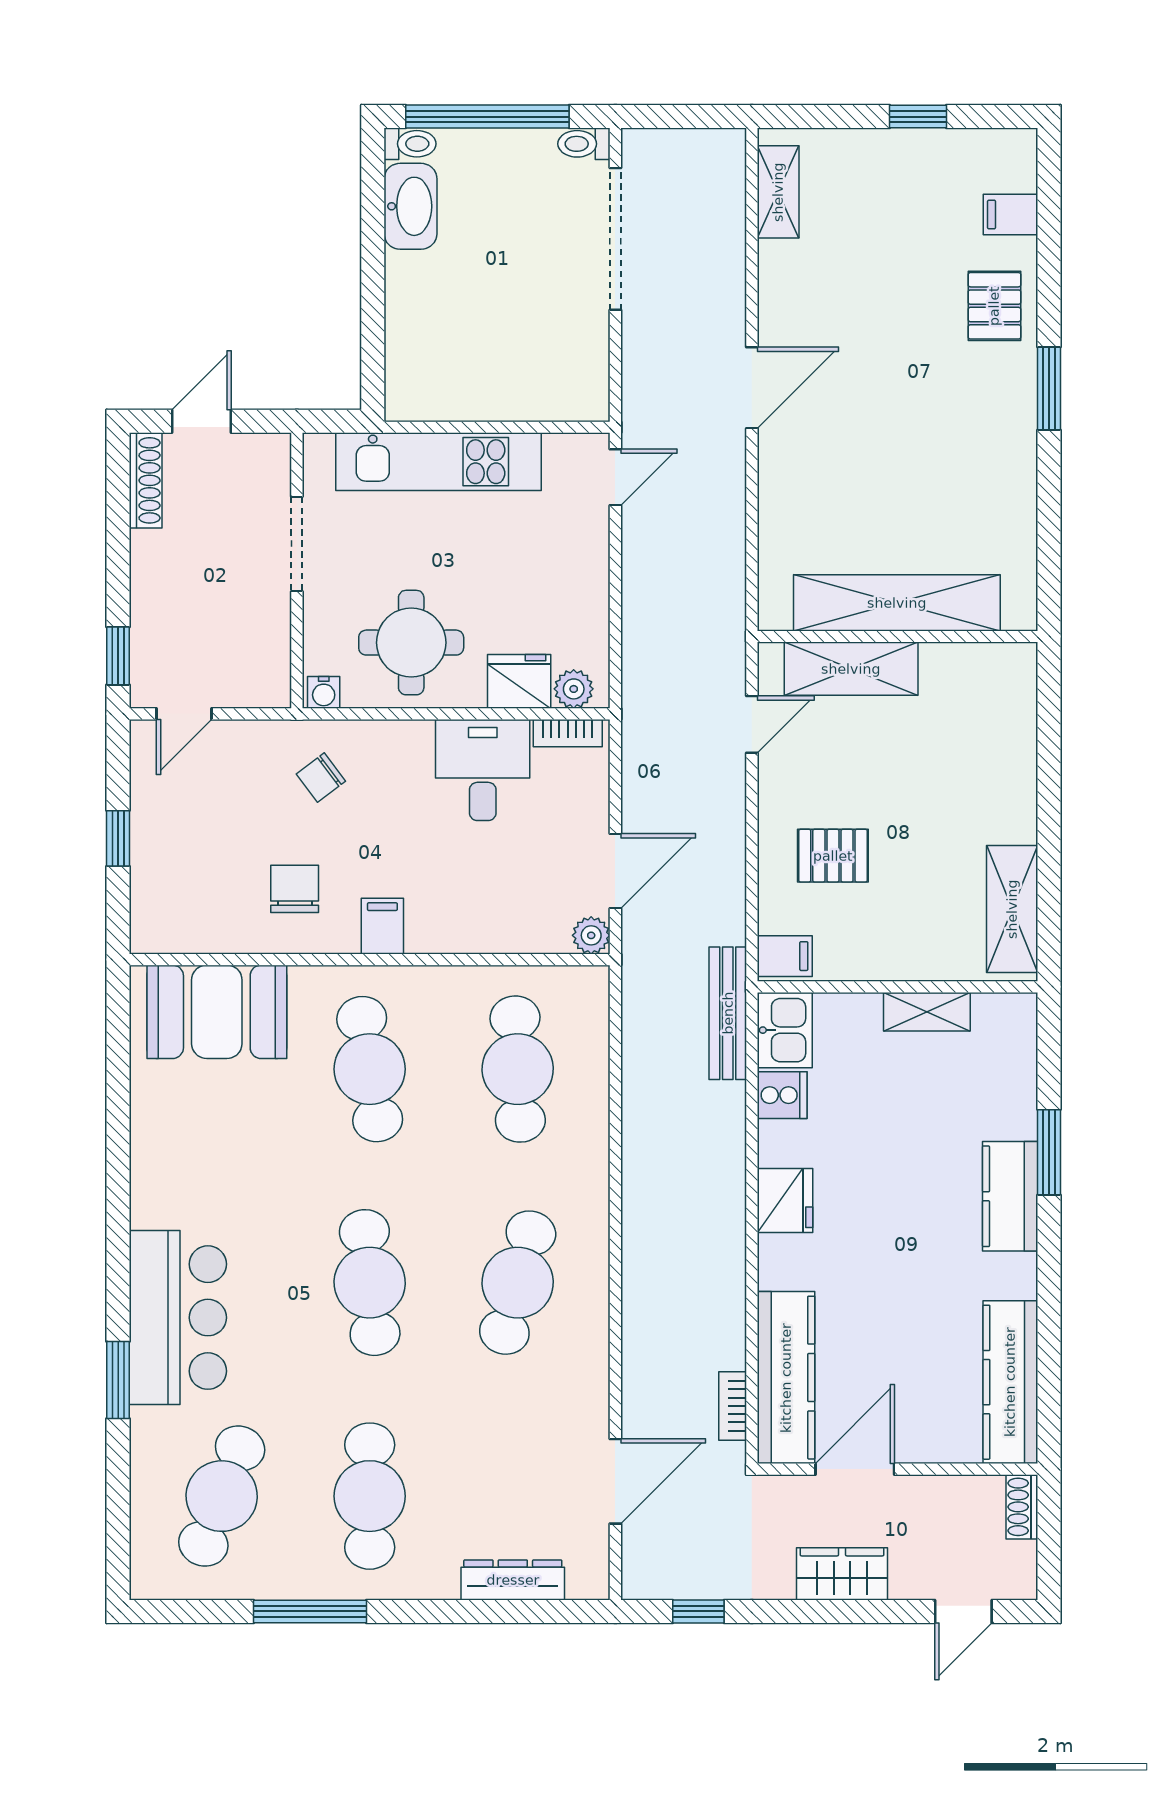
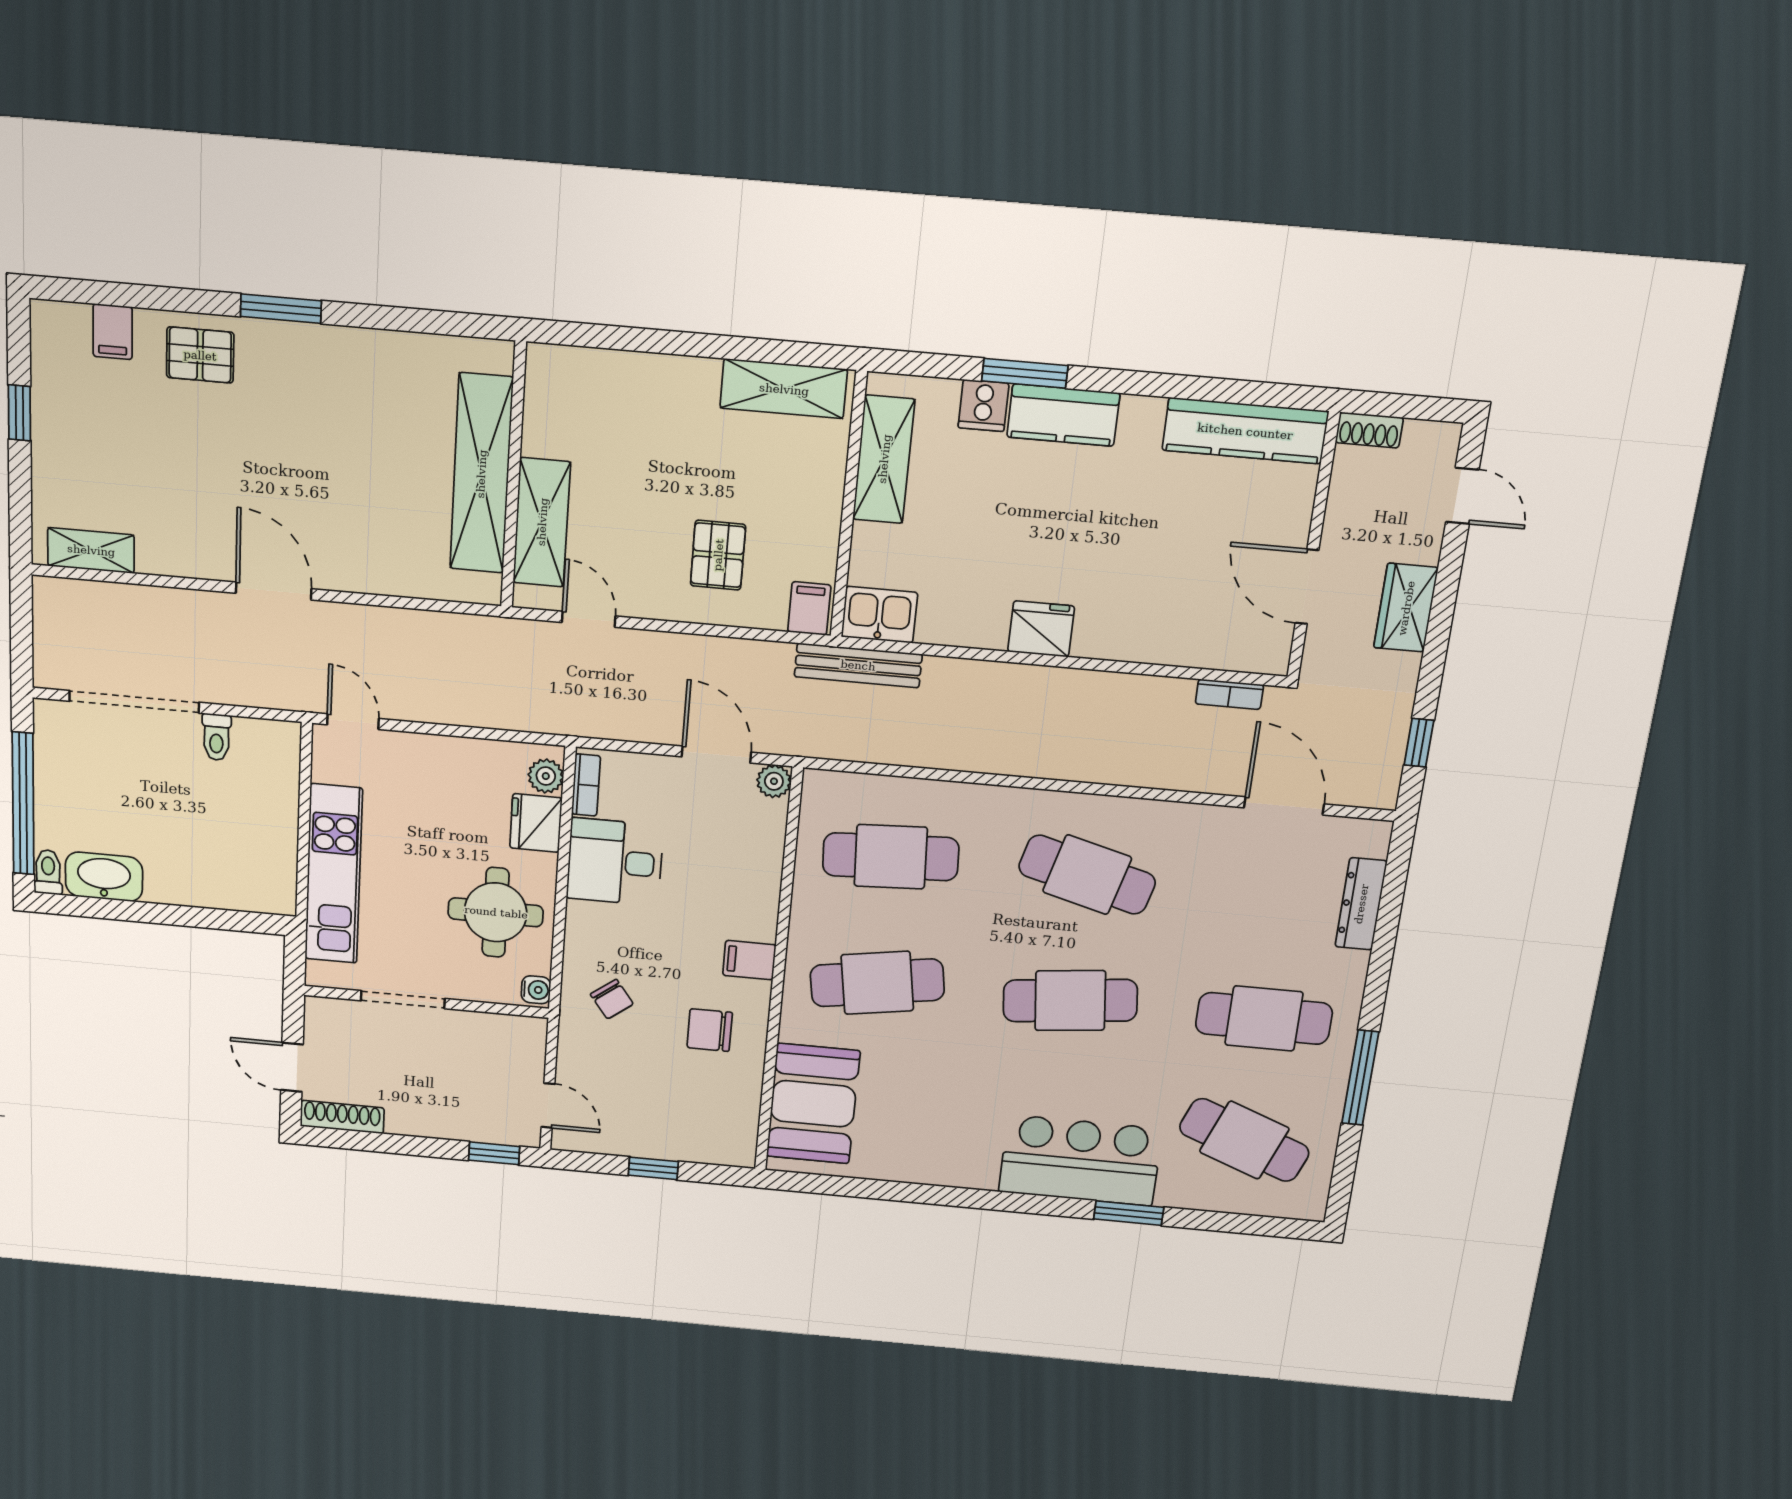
toilet: (584, 144) -> (216, 737), moved
shelving: (927, 1012) -> (884, 459), width x1.50, depth x1.33
cooker: (782, 1095) -> (984, 405), moved, turned 180
kitchen counter: (786, 1378) -> (1210, 643), removed

